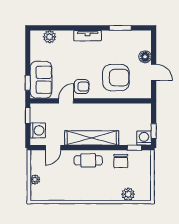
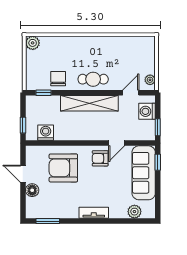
window: (120, 28) -> (48, 221), moved
sofa: (41, 80) -> (144, 173), width x1.36
window: (154, 131) -> (23, 125), moved
washing machine: (144, 138) -> (46, 133), moved, turned 180
plant: (35, 179) -> (150, 80), moved
plant: (128, 194) -> (33, 43), moved

